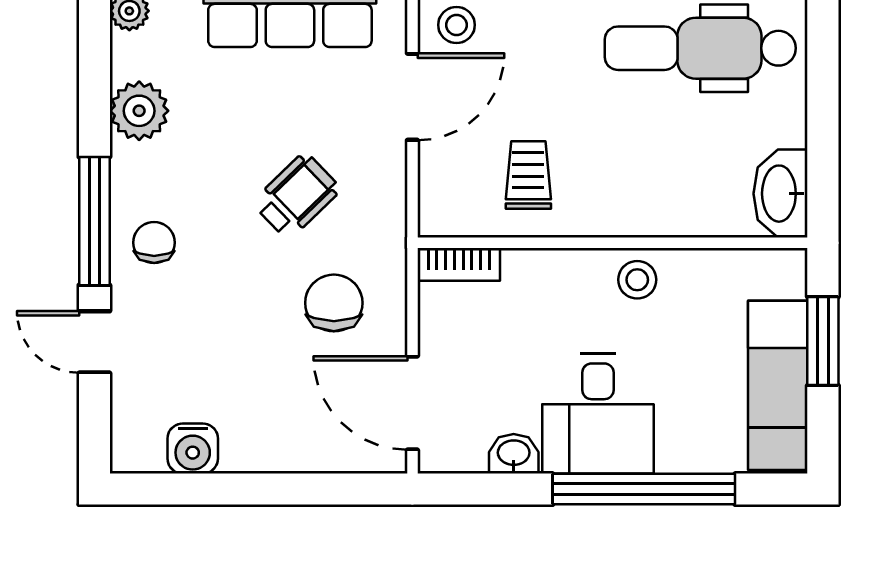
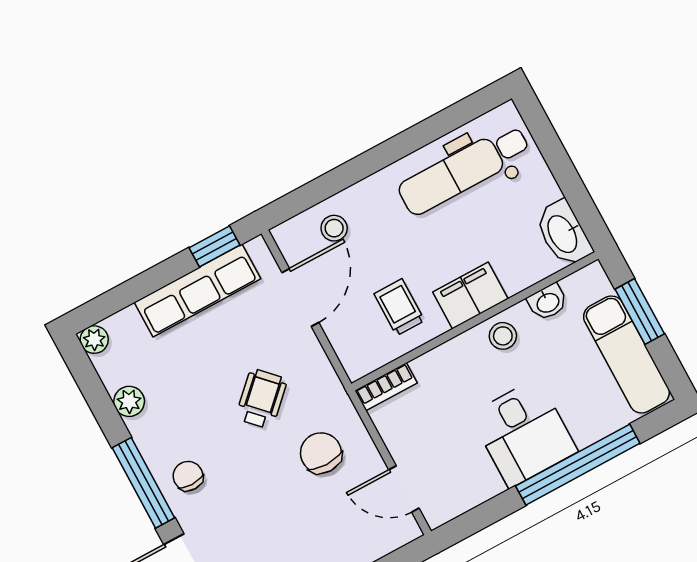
stool: (456, 25) -> (334, 228), moved
plant: (139, 111) -> (129, 401), width x0.73, depth x0.73
filing cabinet: (624, 208) -> (470, 295), added
door: (412, 403) -> (404, 489), width x0.73
washbasin: (514, 454) -> (548, 302), moved, turned 180

